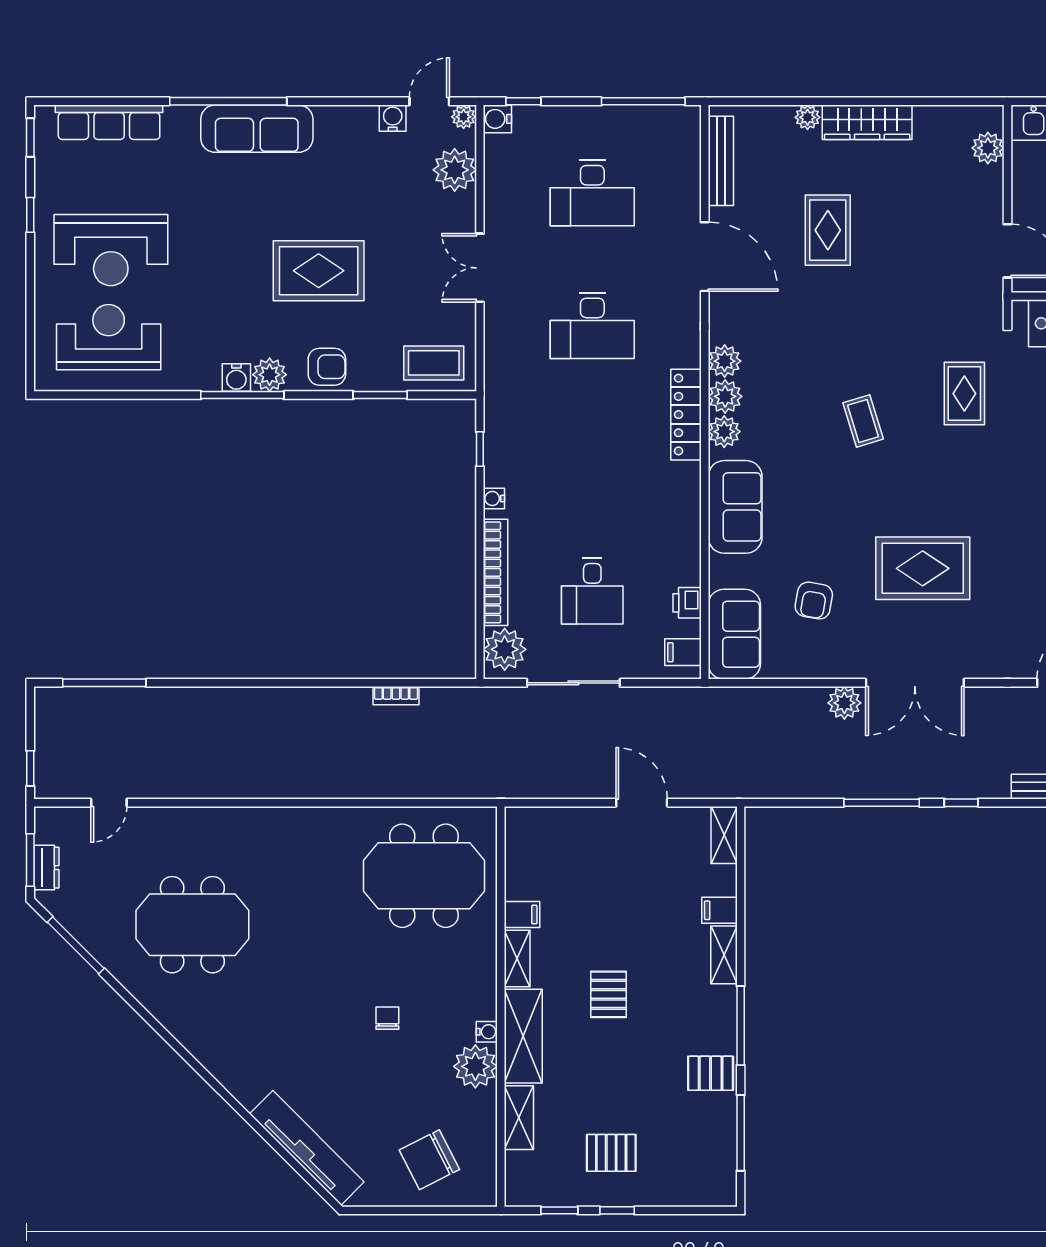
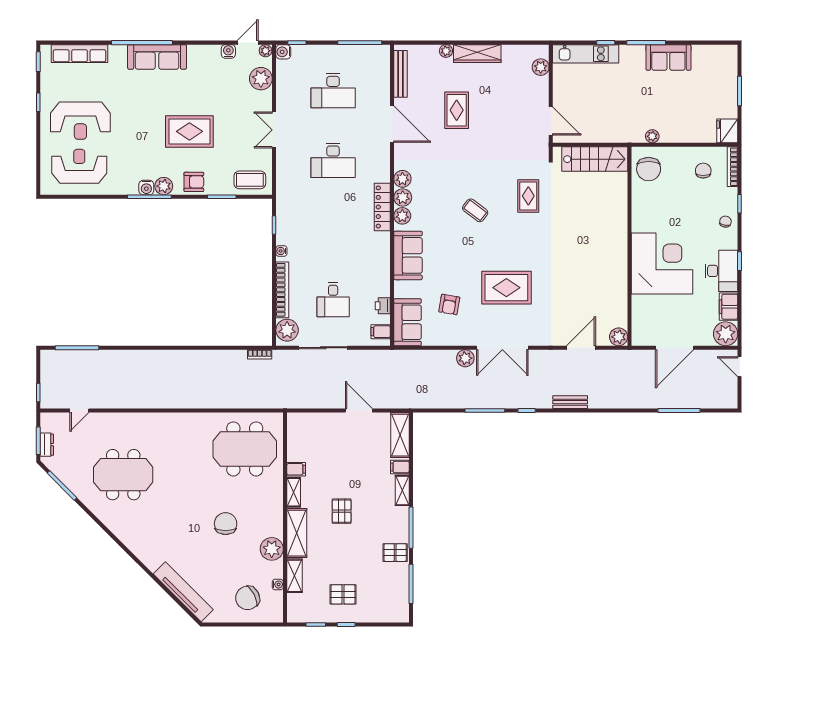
coffee table: (863, 421) -> (475, 210), turned -36
bookcase: (396, 696) -> (260, 354), moved
shelving: (724, 835) -> (400, 435), width x1.50, depth x1.33
chair: (387, 1018) -> (226, 524), width x1.87, depth x1.87
water cooler: (487, 1032) -> (278, 585), moved

